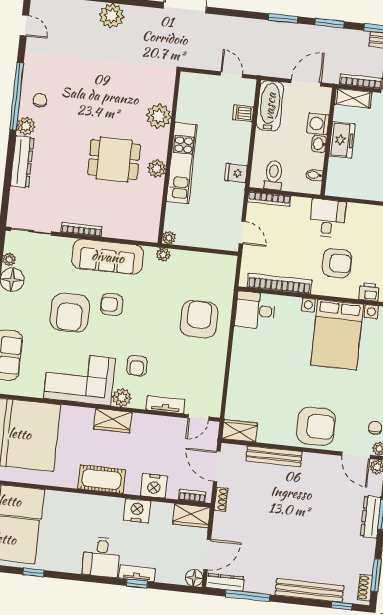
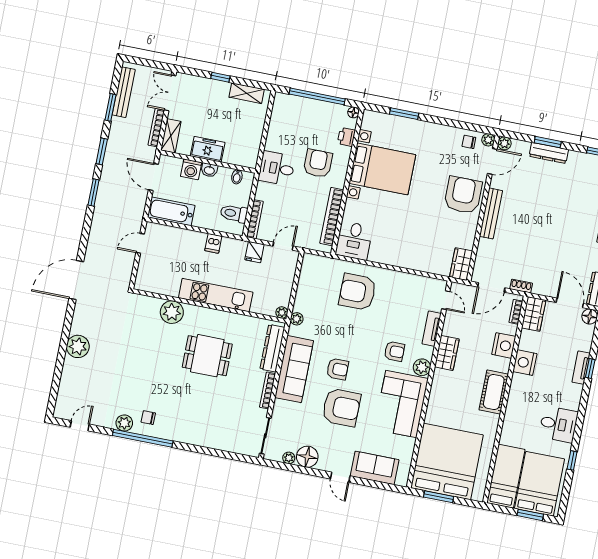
dishwasher: (243, 113) -> (213, 243), moved
plant: (26, 126) -> (124, 423), moved
dining table: (114, 160) -> (207, 356), turned 90
dresser: (22, 162) -> (272, 348), moved, turned -90
plant: (157, 169) -> (219, 318), removed
fridge: (236, 173) -> (254, 252), moved
armchair: (112, 305) -> (337, 369), turned -90
wardrobe: (113, 421) -> (447, 353), moved
bench: (274, 456) -> (491, 213), moved
desk: (101, 557) -> (558, 424), moved

